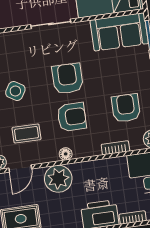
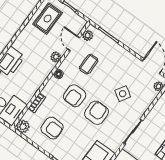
armchair: (67, 79) -> (96, 113), turned -90
side table: (15, 91) -> (123, 94), moved
plant: (58, 179) -> (56, 57), width x0.53, depth x0.53

